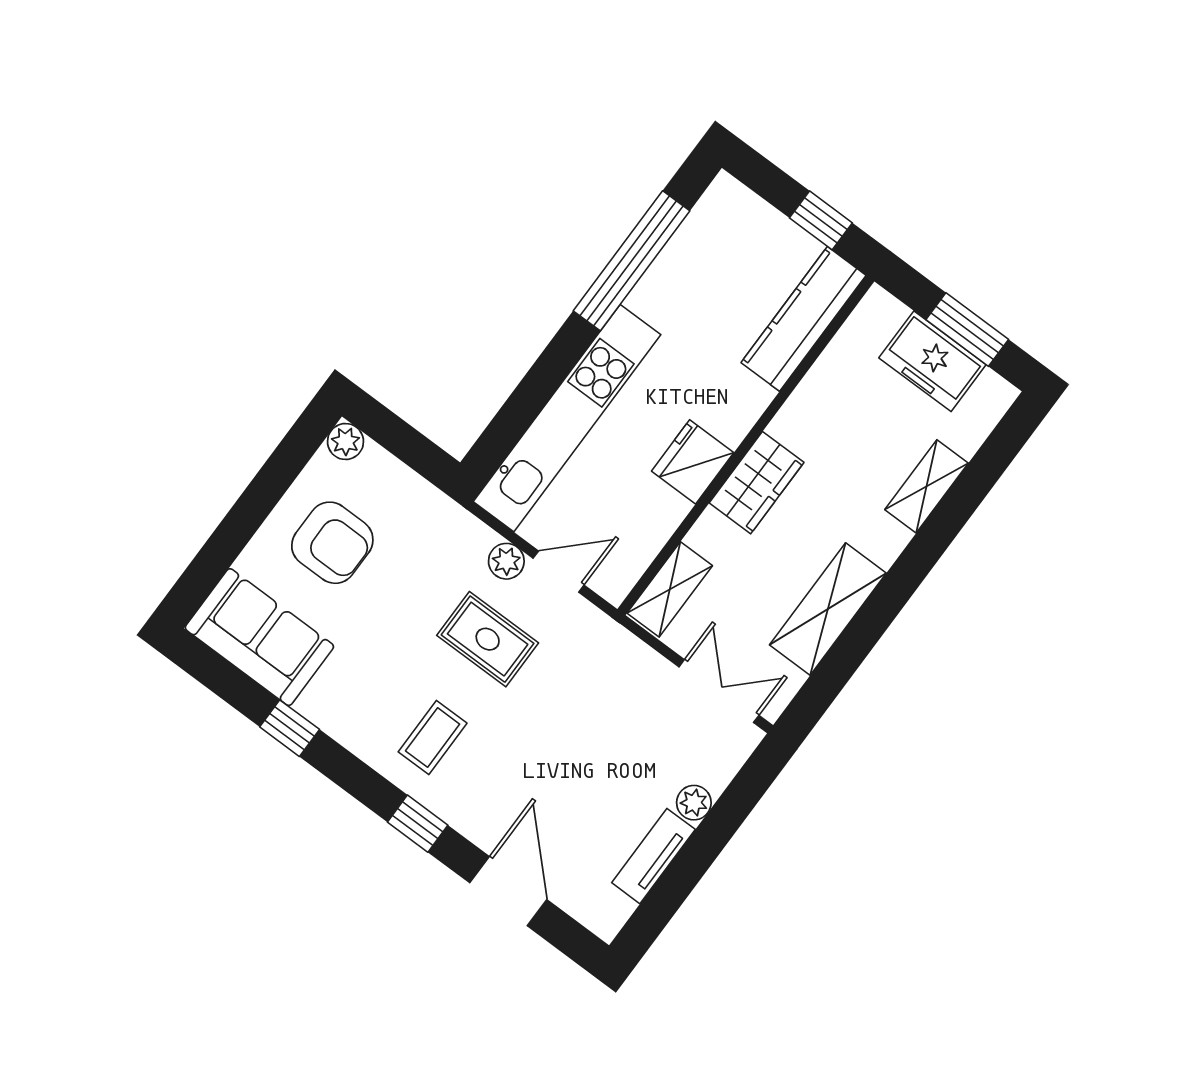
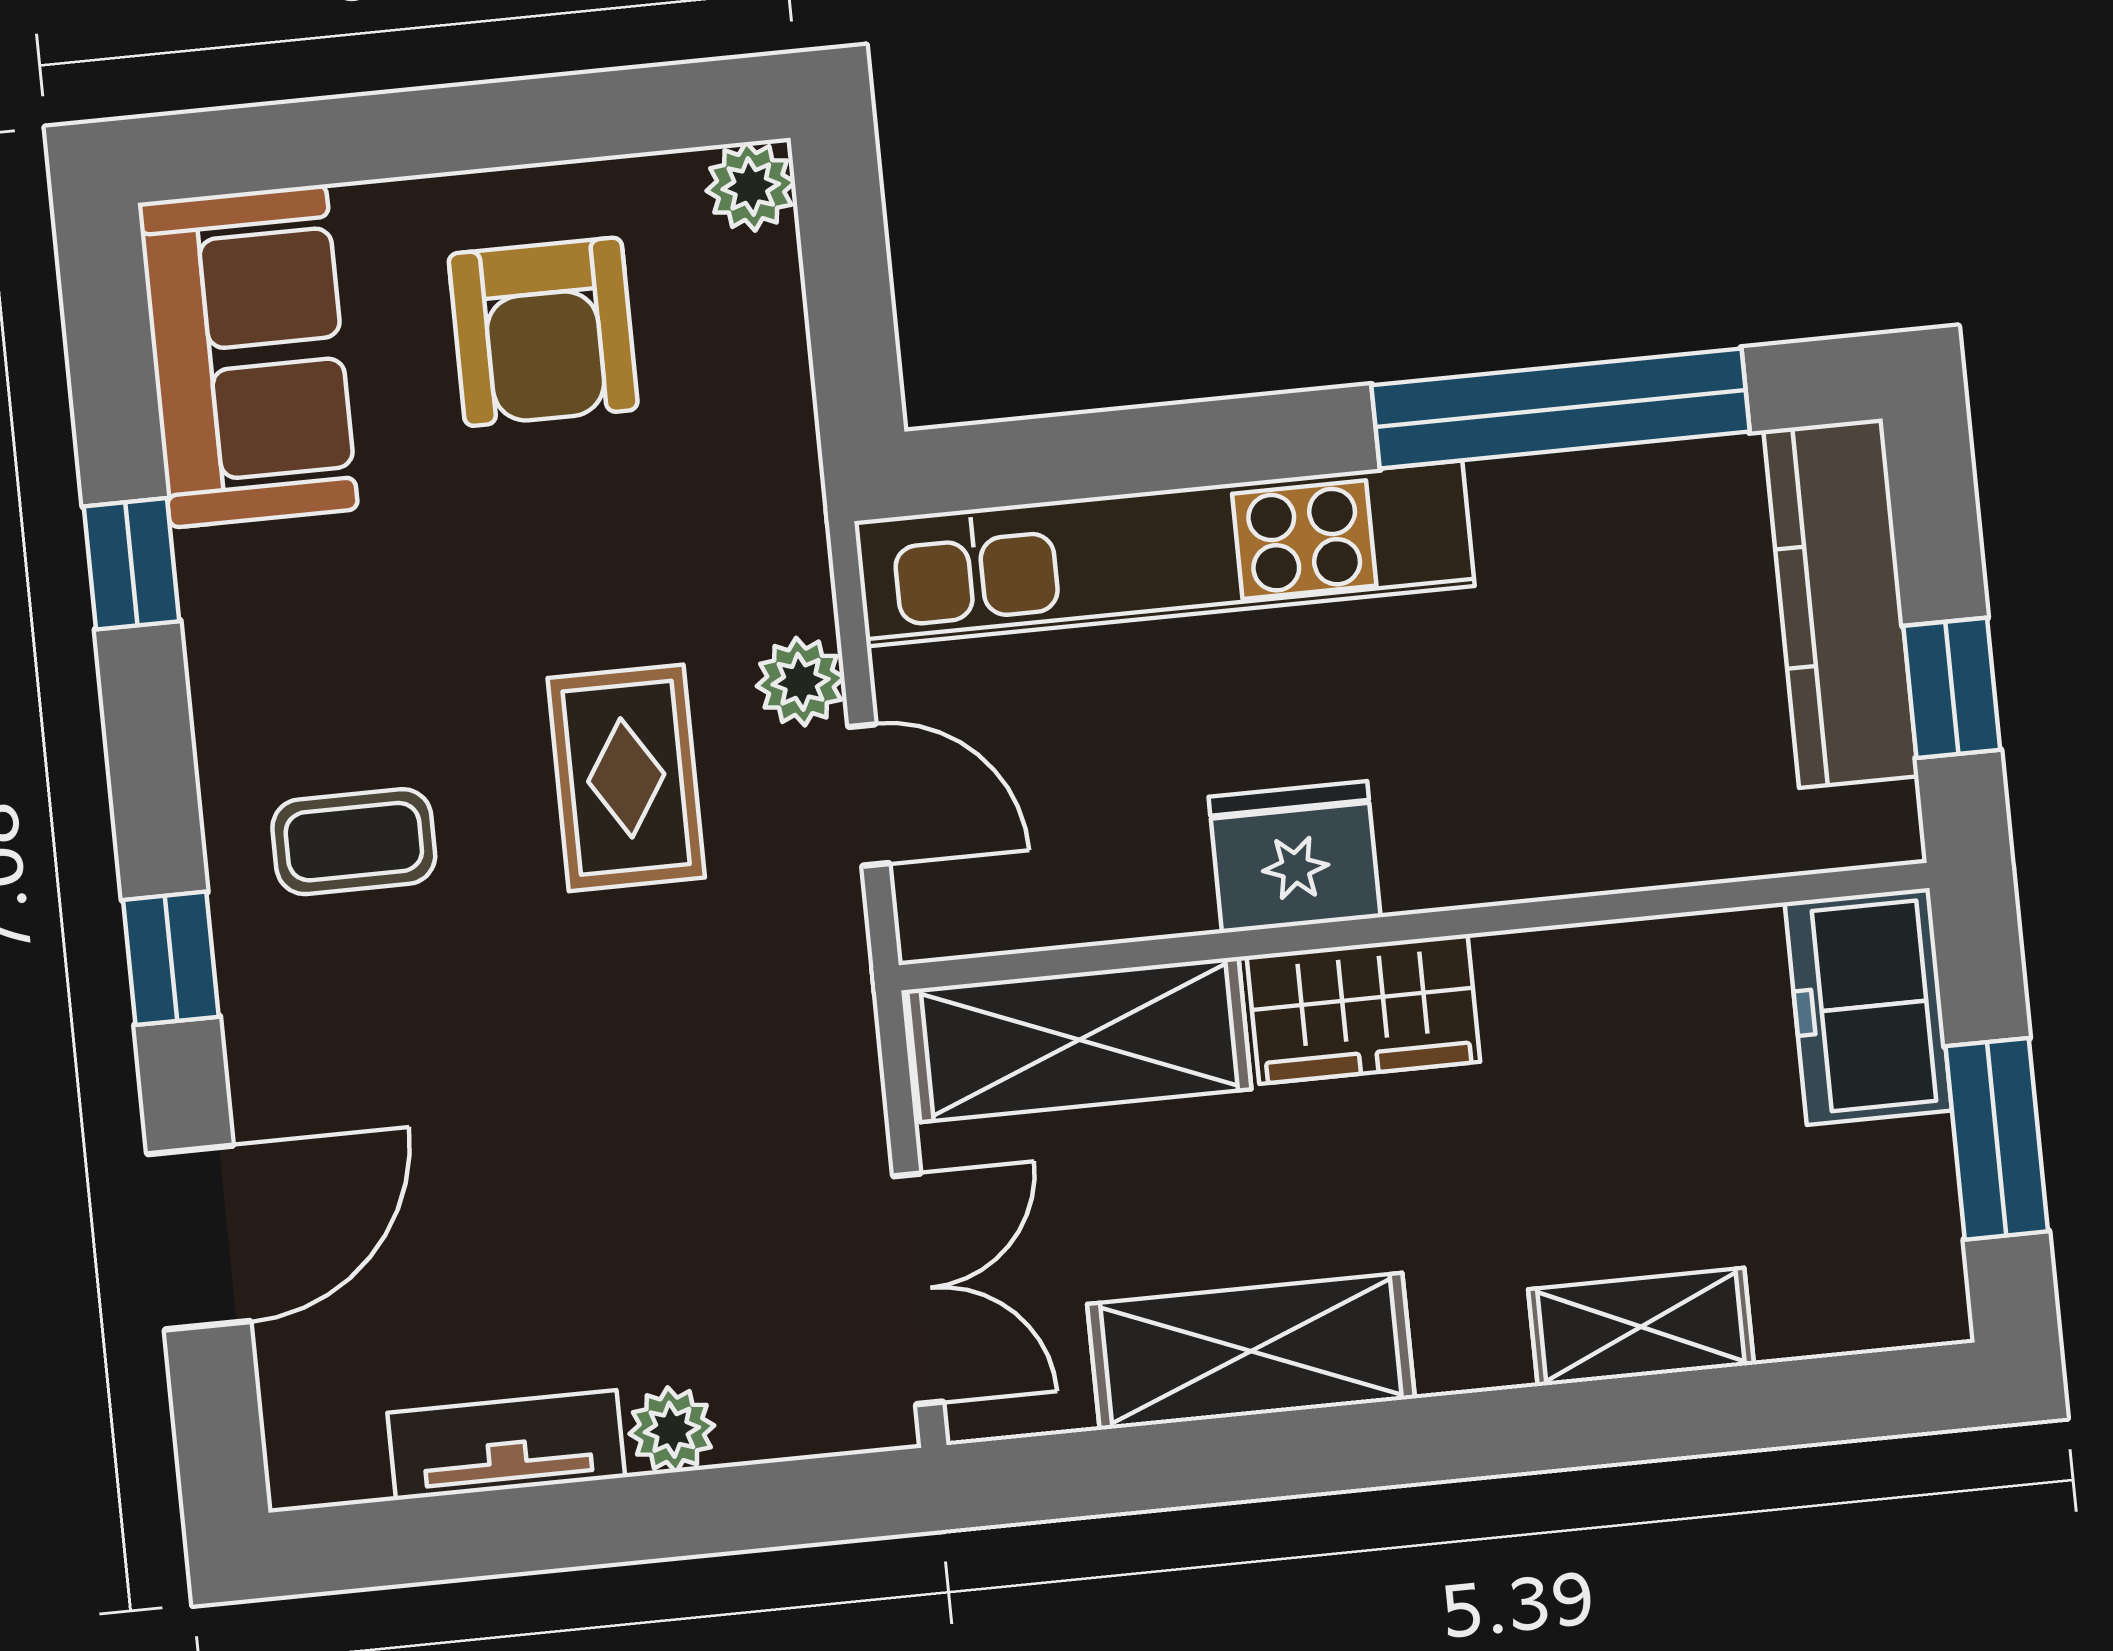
kitchen counter: (804, 319) -> (1841, 603), moved, turned -90
freezer: (932, 361) -> (1868, 1006), moved
shelving: (670, 589) -> (1079, 1040), width x1.50, depth x1.33

